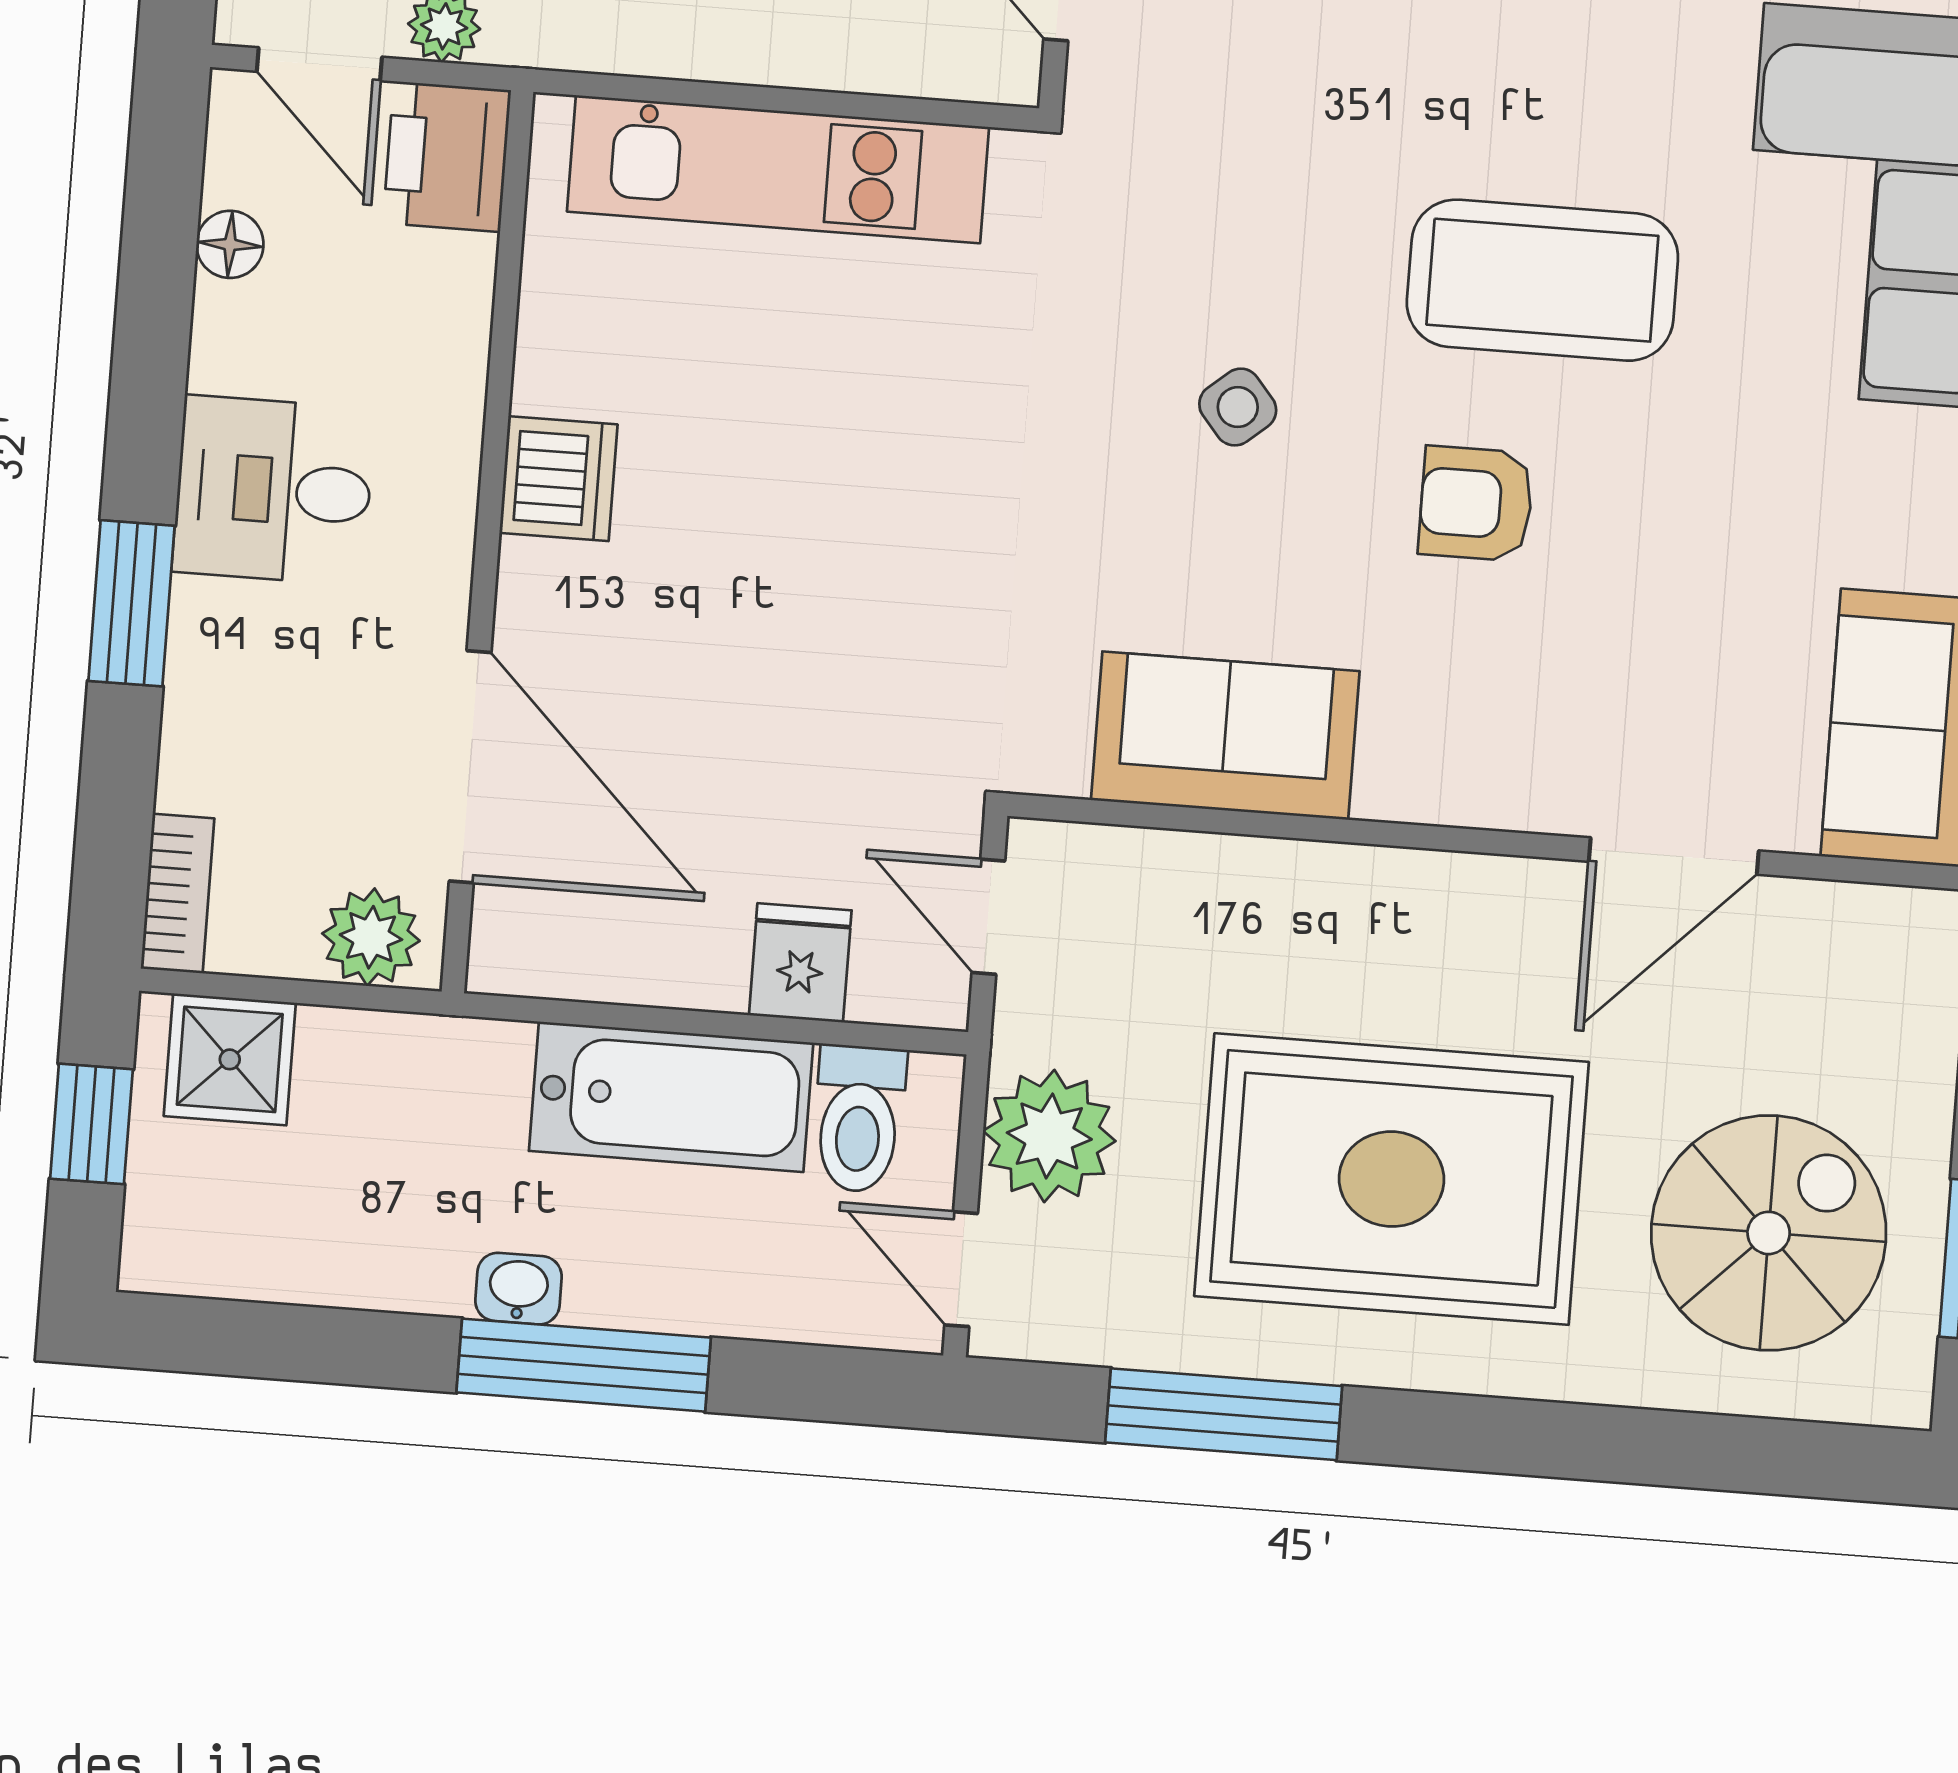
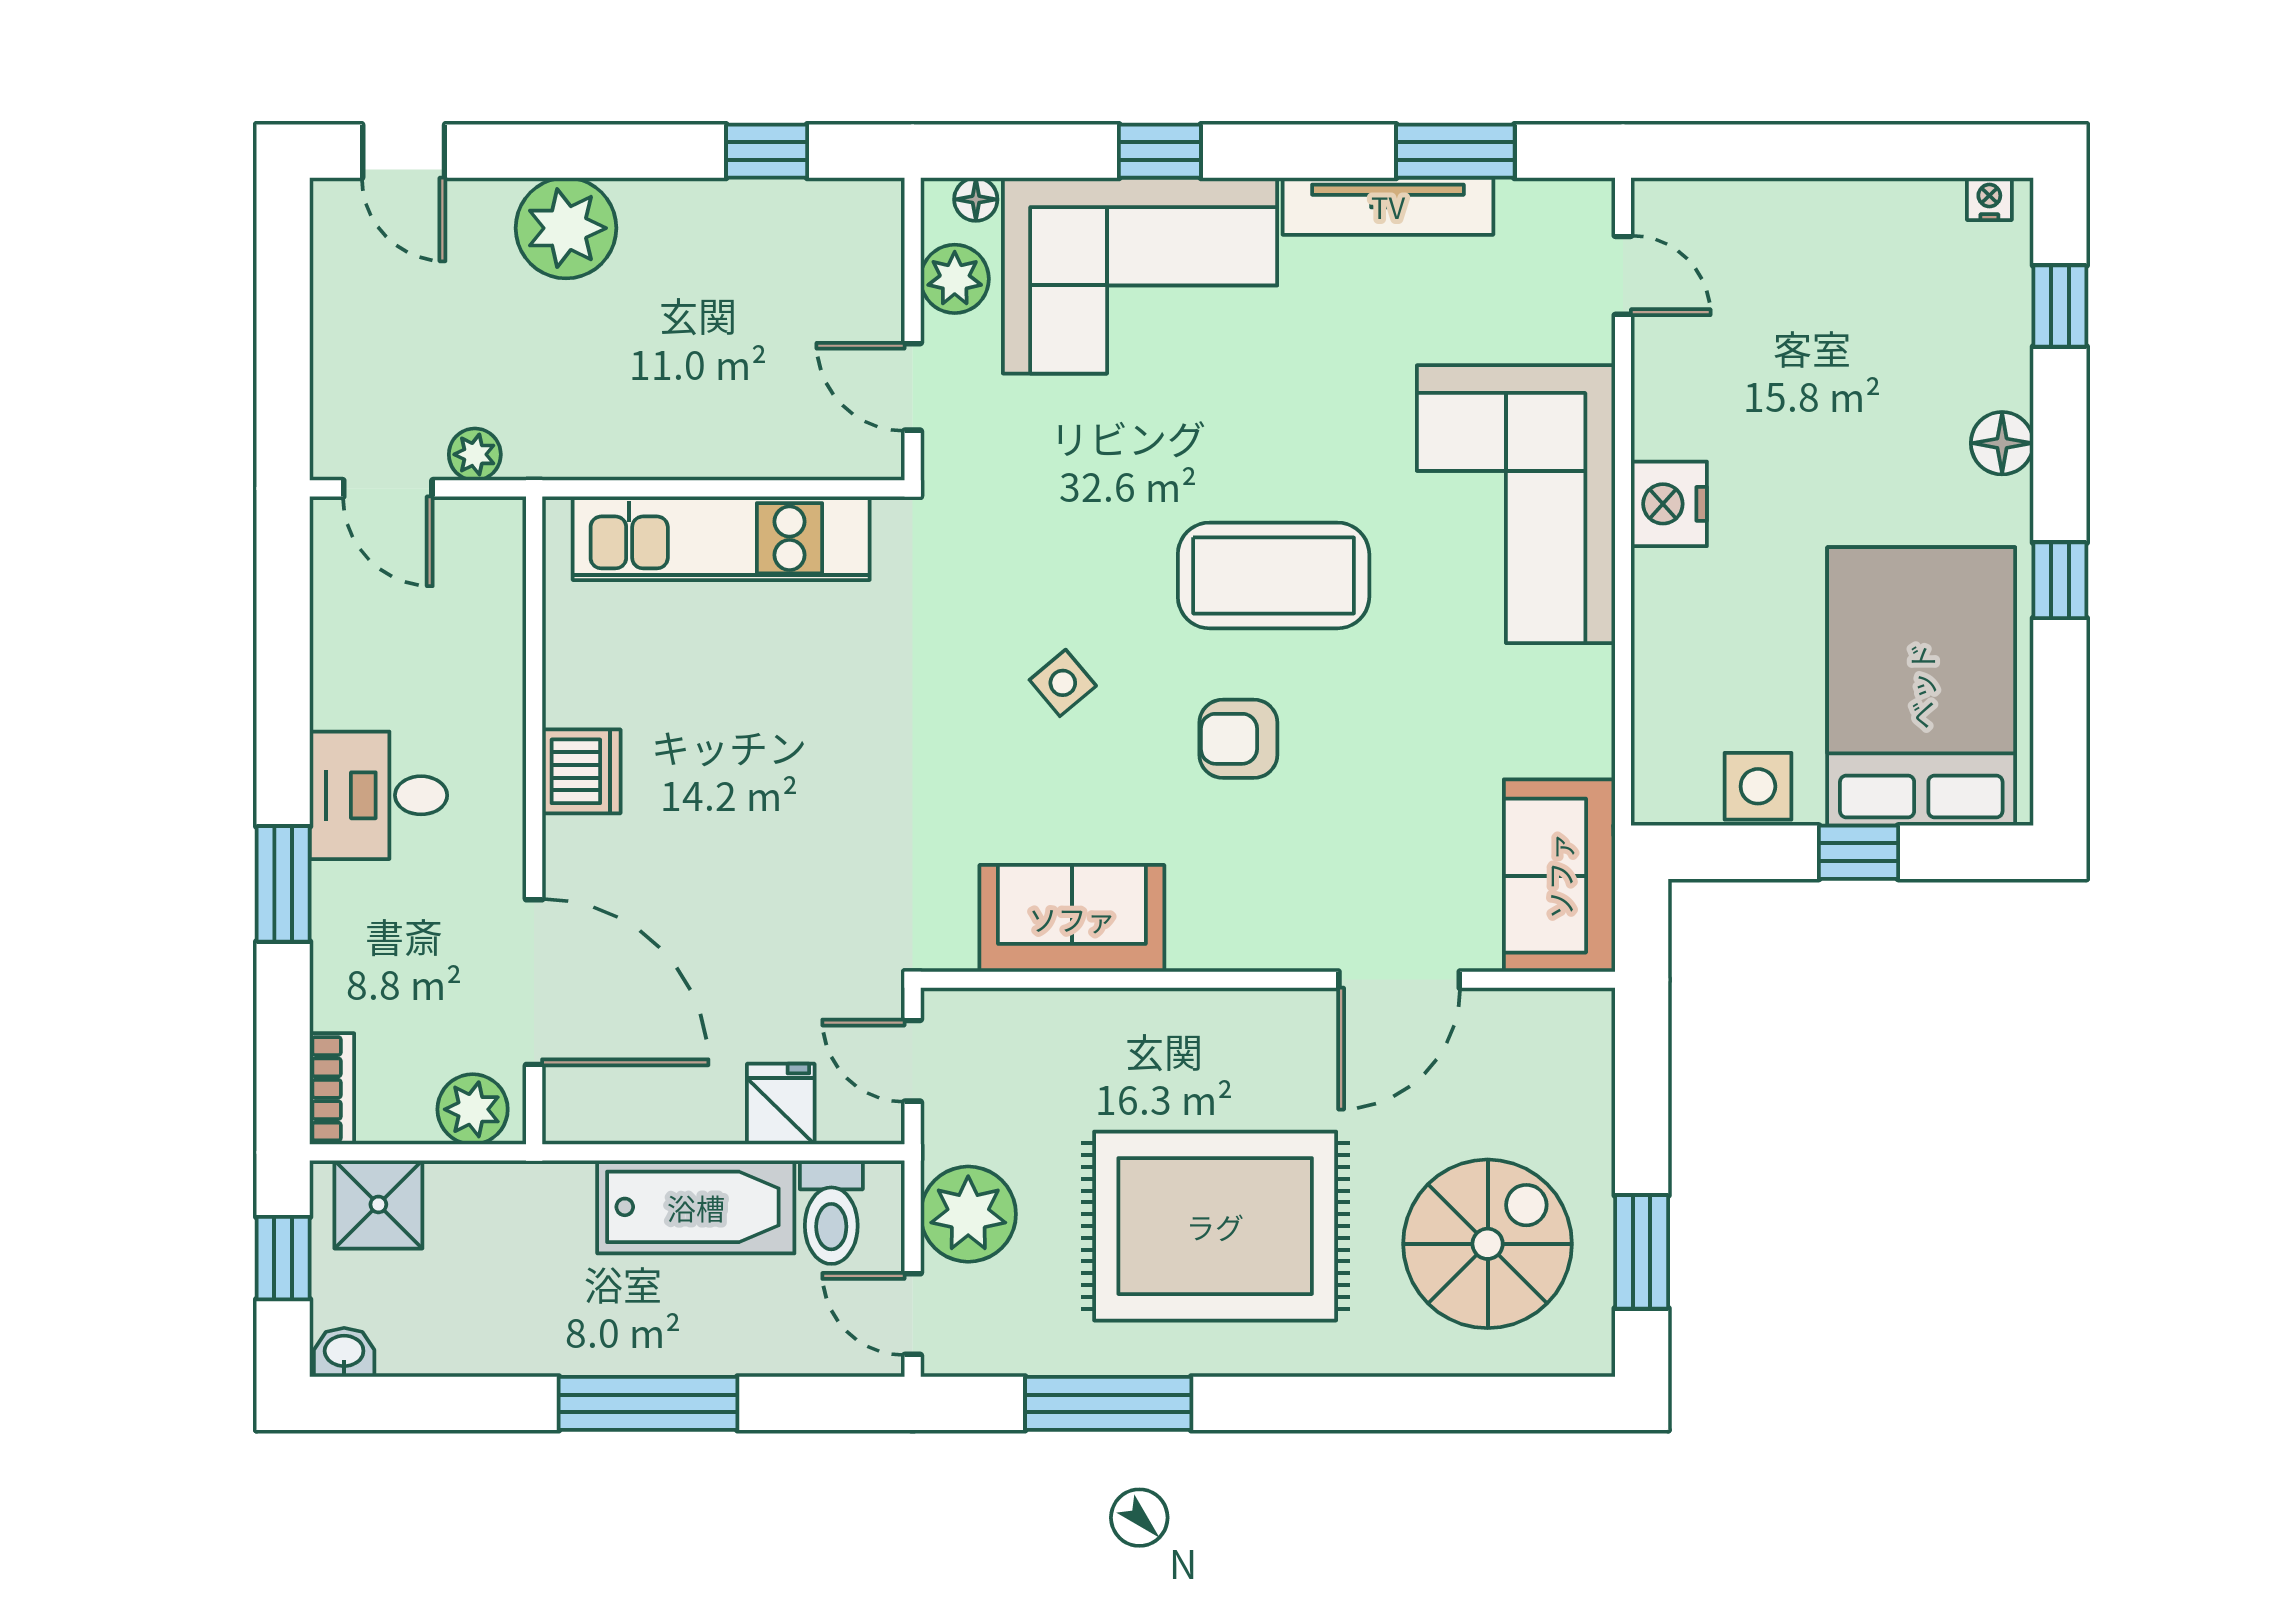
printer: (447, 157) -> (484, 547), removed
floor lamp: (230, 244) -> (334, 622), removed
washbasin: (518, 1289) -> (344, 1352), moved

